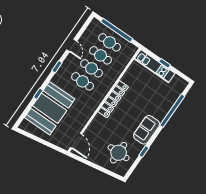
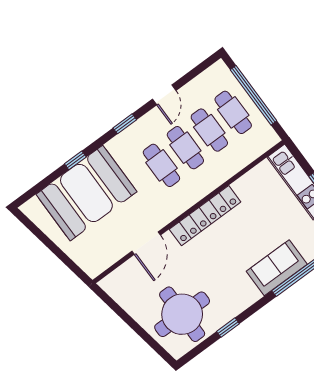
sofa: (147, 130) -> (277, 268), moved
door: (76, 141) -> (146, 243), moved
round table: (119, 153) -> (182, 314), width x1.36, depth x1.36

